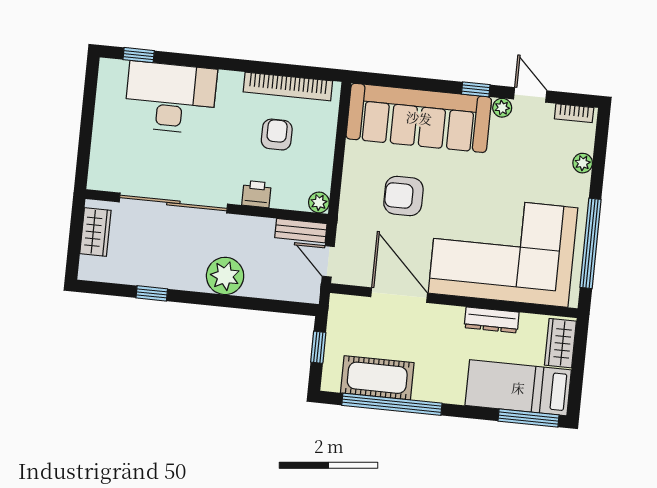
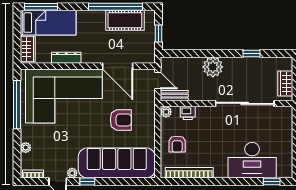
armchair: (277, 135) -> (177, 144), moved
printer: (257, 194) -> (188, 113), moved

